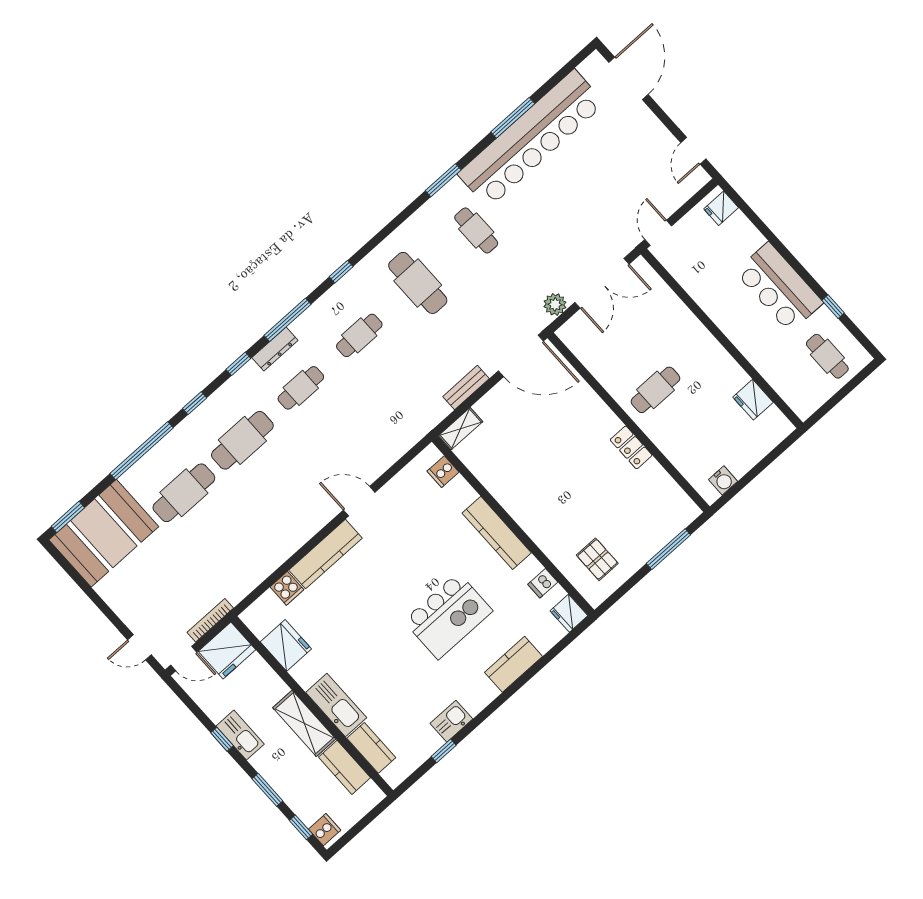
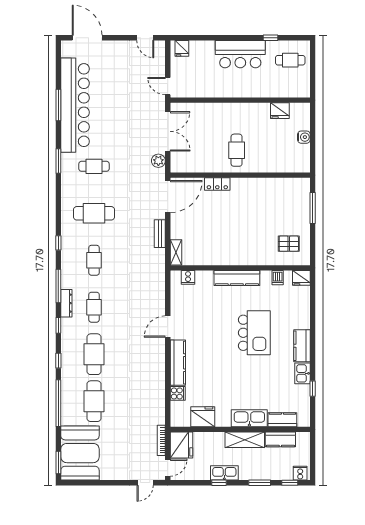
locker: (631, 447) -> (217, 184), moved
water cooler: (723, 480) -> (304, 137), moved
kitchen counter: (514, 664) -> (302, 346), moved

